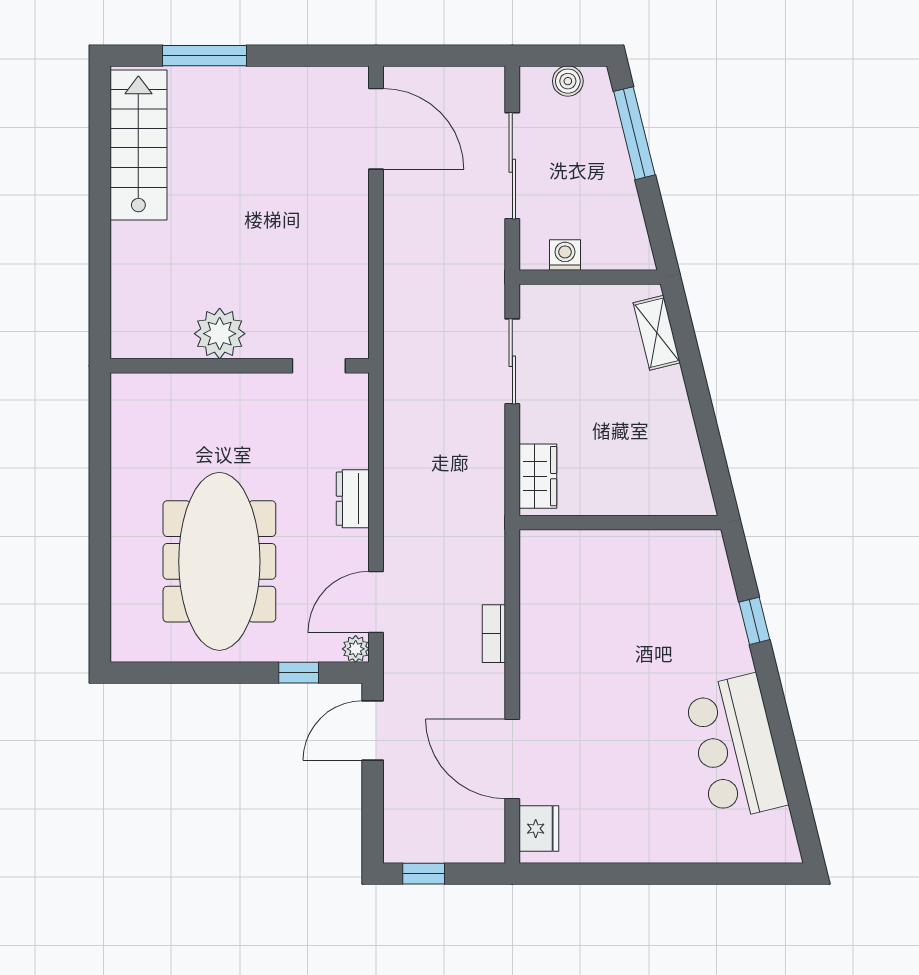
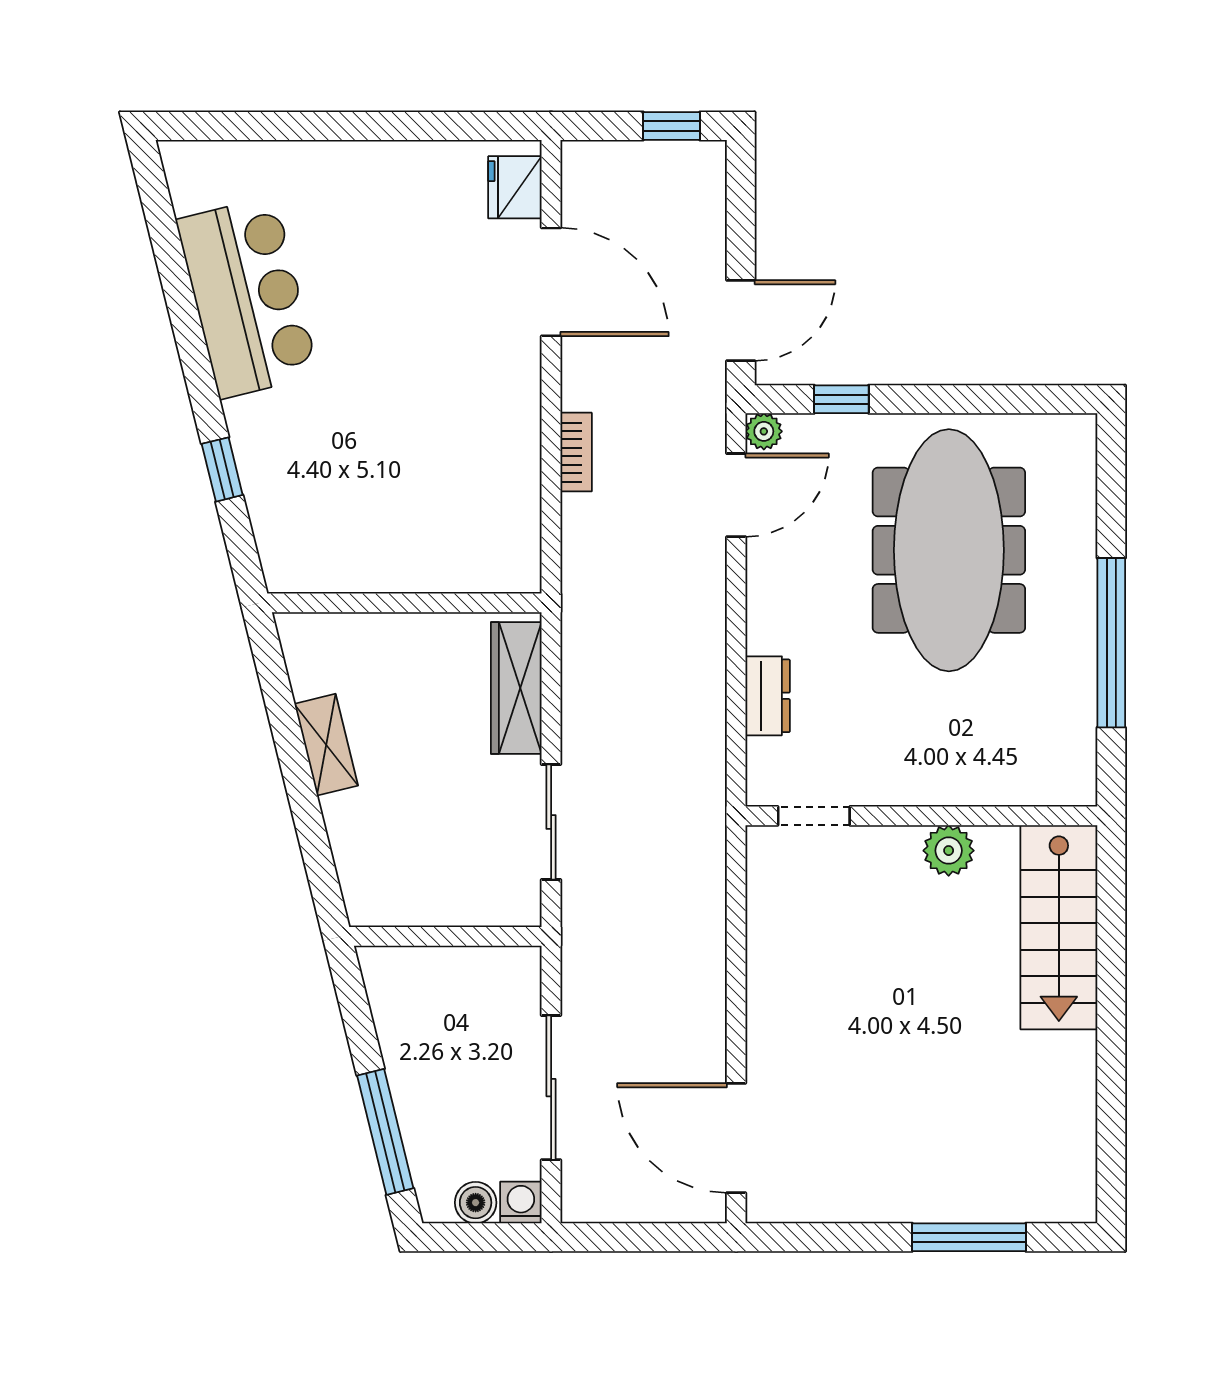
stairs: (138, 145) -> (1059, 927), moved
washing machine: (565, 255) -> (521, 1203), moved, turned 180
shelving: (657, 333) -> (326, 745), moved
plant: (220, 334) -> (949, 851), width x0.73, depth x0.73
wardrobe: (538, 476) -> (516, 688), width x1.50
window: (100, 493) -> (1111, 643), added
dresser: (353, 499) -> (768, 696), moved

